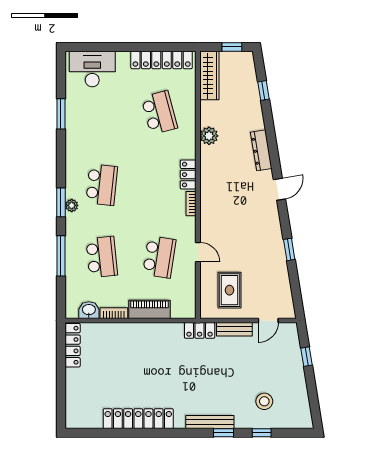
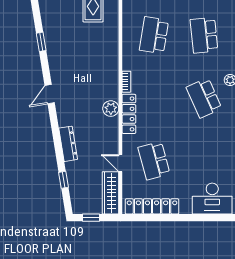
plant: (209, 136) -> (111, 109), moved
dresser: (261, 150) -> (68, 144), moved
locker: (188, 175) -> (129, 114), width x1.53
school desk: (102, 185) -> (204, 98), turned -30
door: (198, 252) -> (120, 163), moved

